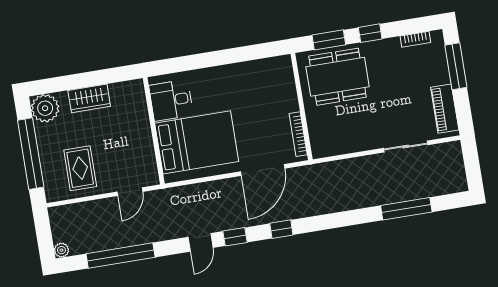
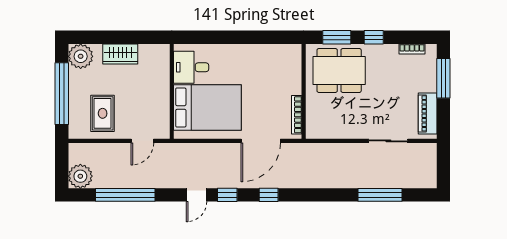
plant: (61, 250) -> (80, 176), width x1.88, depth x1.88

